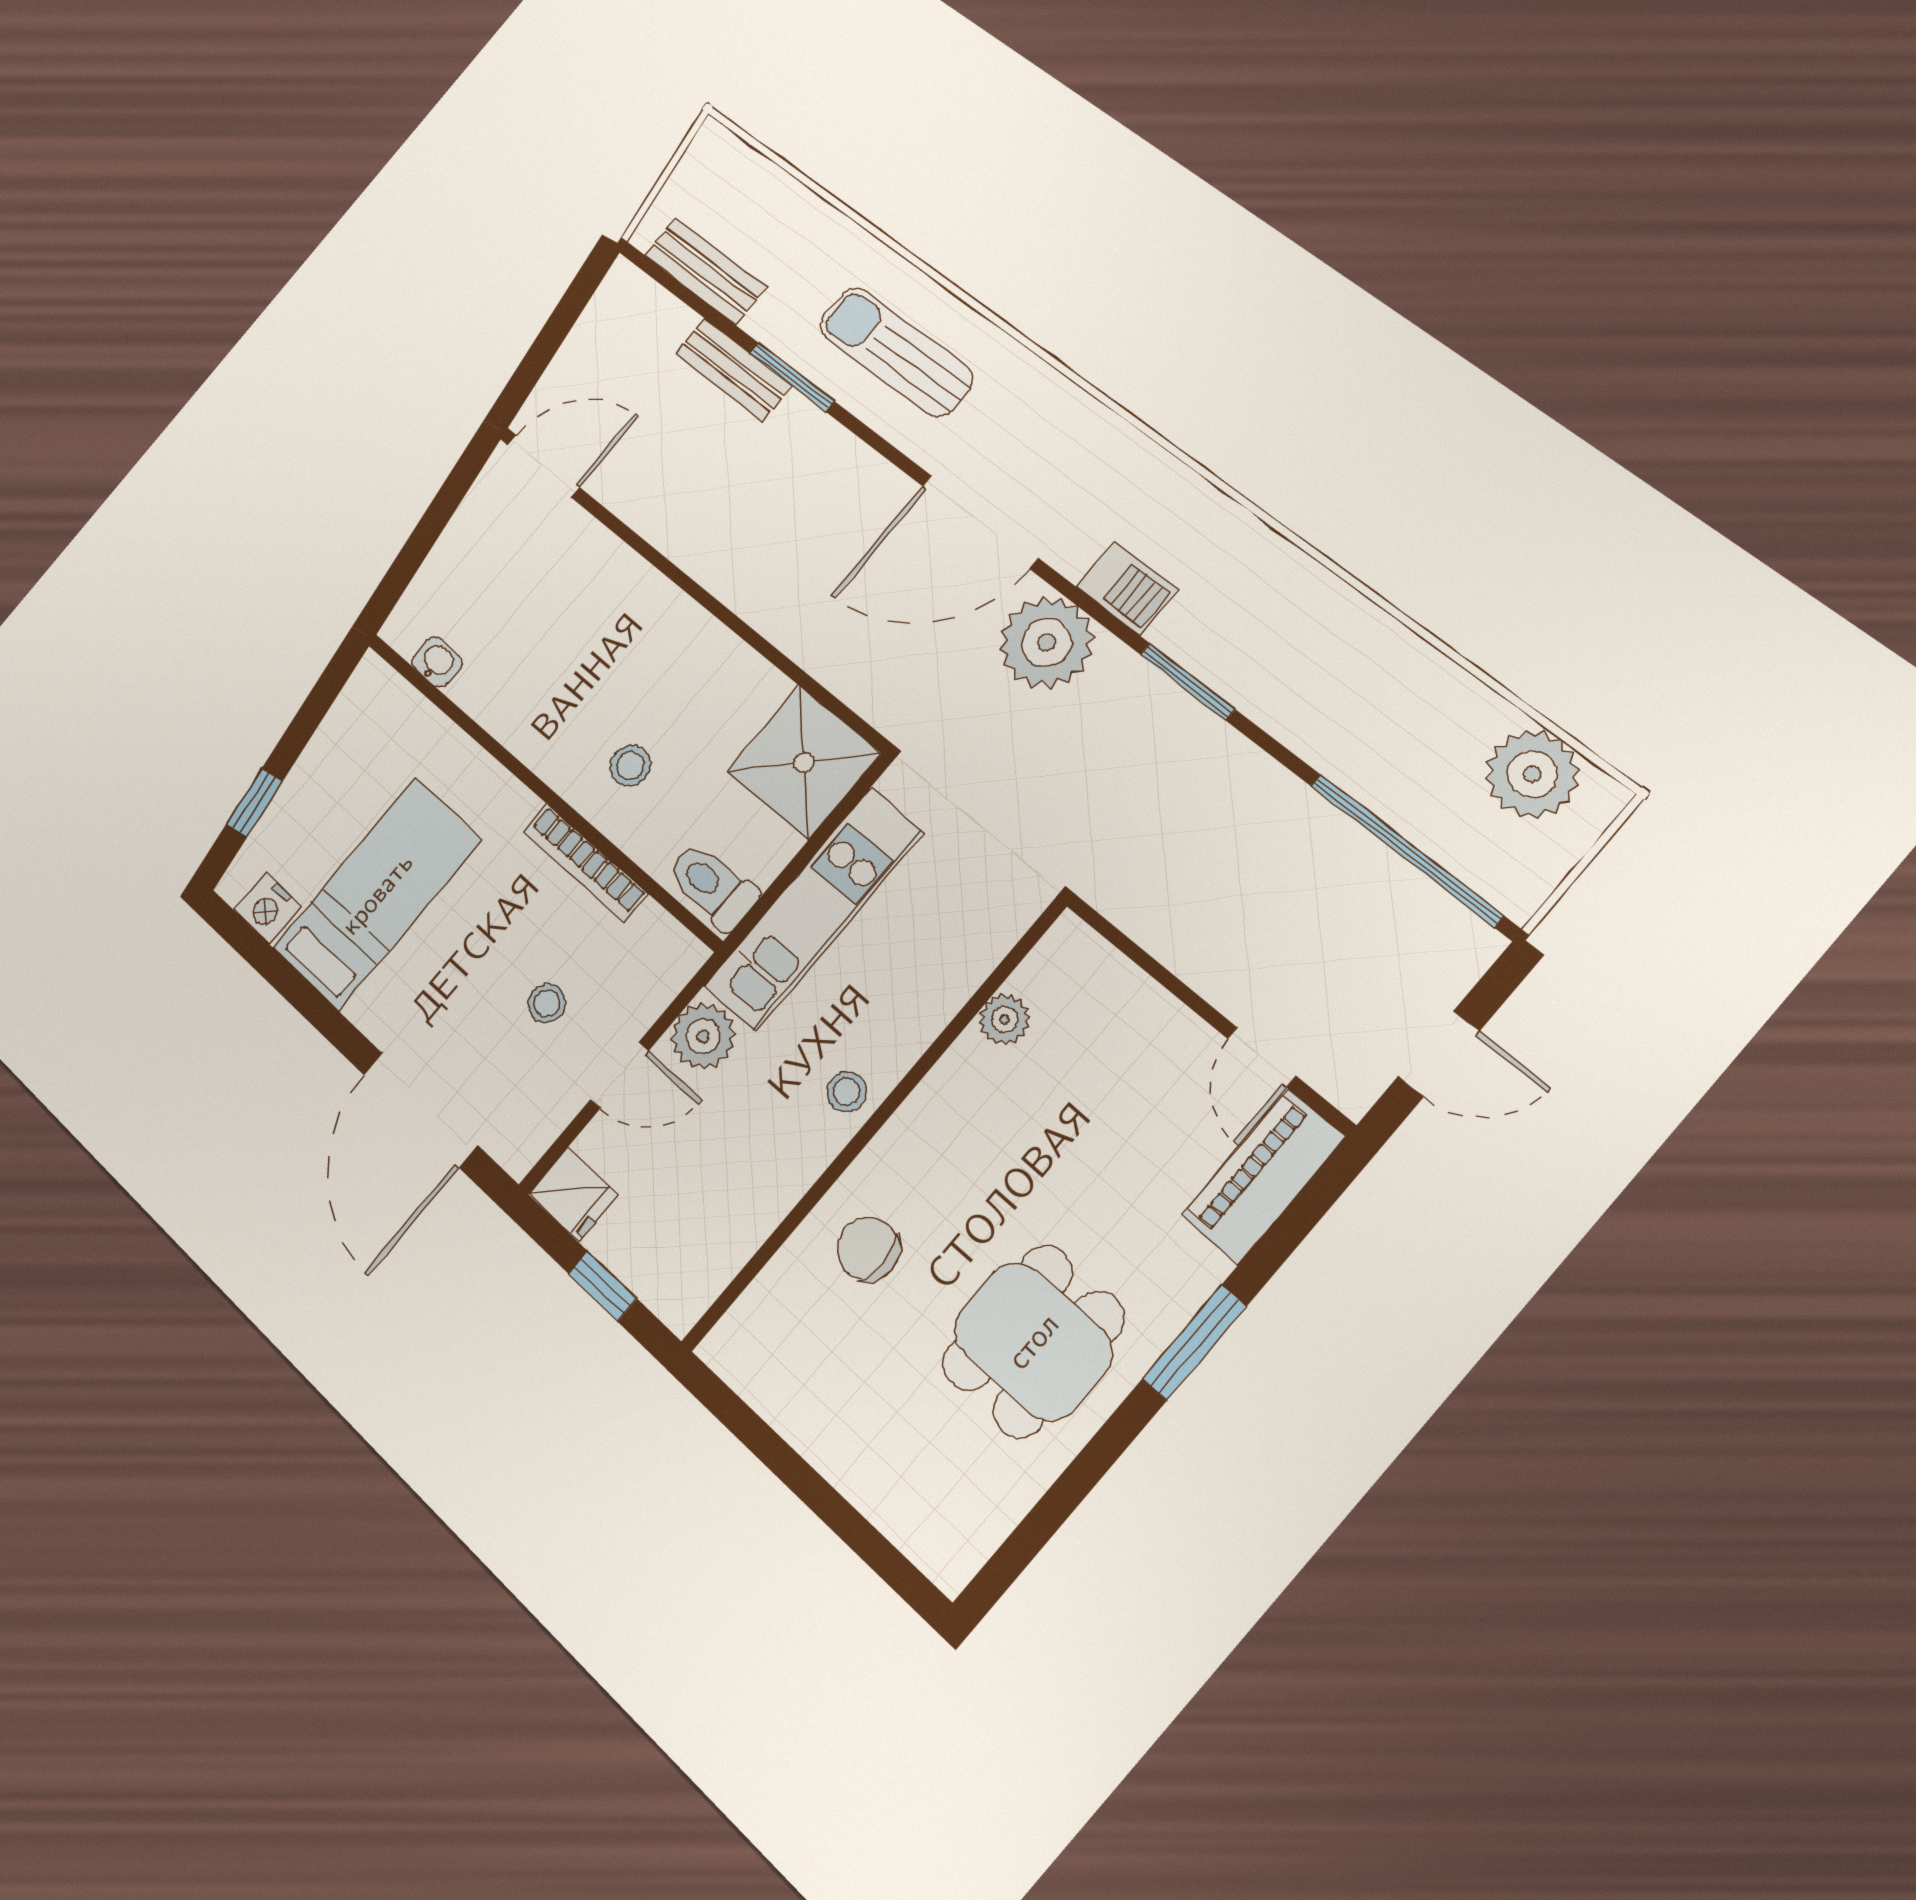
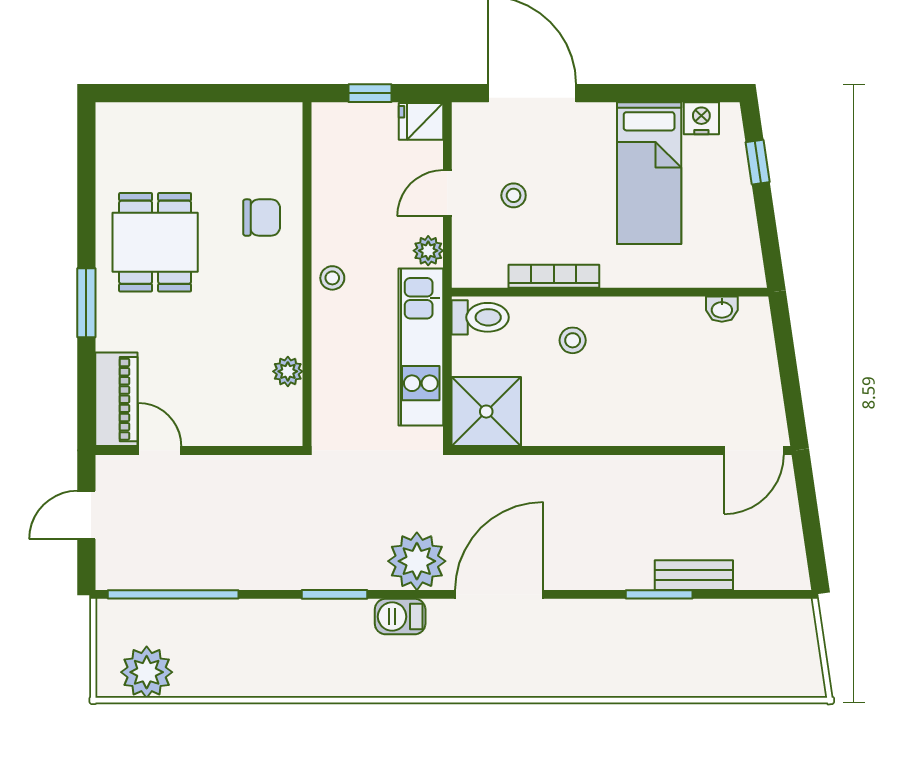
bench: (705, 271) -> (755, 615), removed
sun lounger: (896, 352) -> (615, 647), removed
plant: (703, 1036) -> (428, 251), width x0.73, depth x0.73

